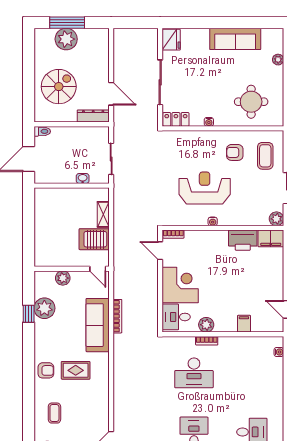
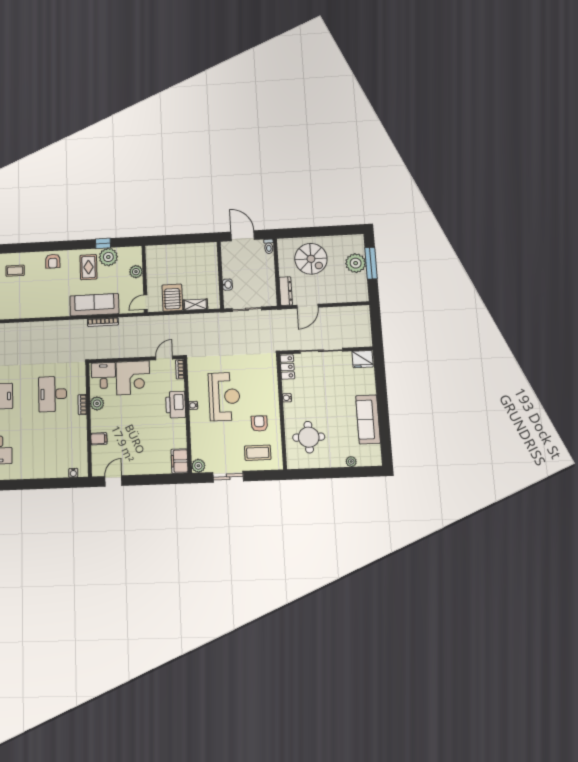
printer: (243, 240) -> (176, 405), moved
rug: (76, 370) -> (88, 267), moved

